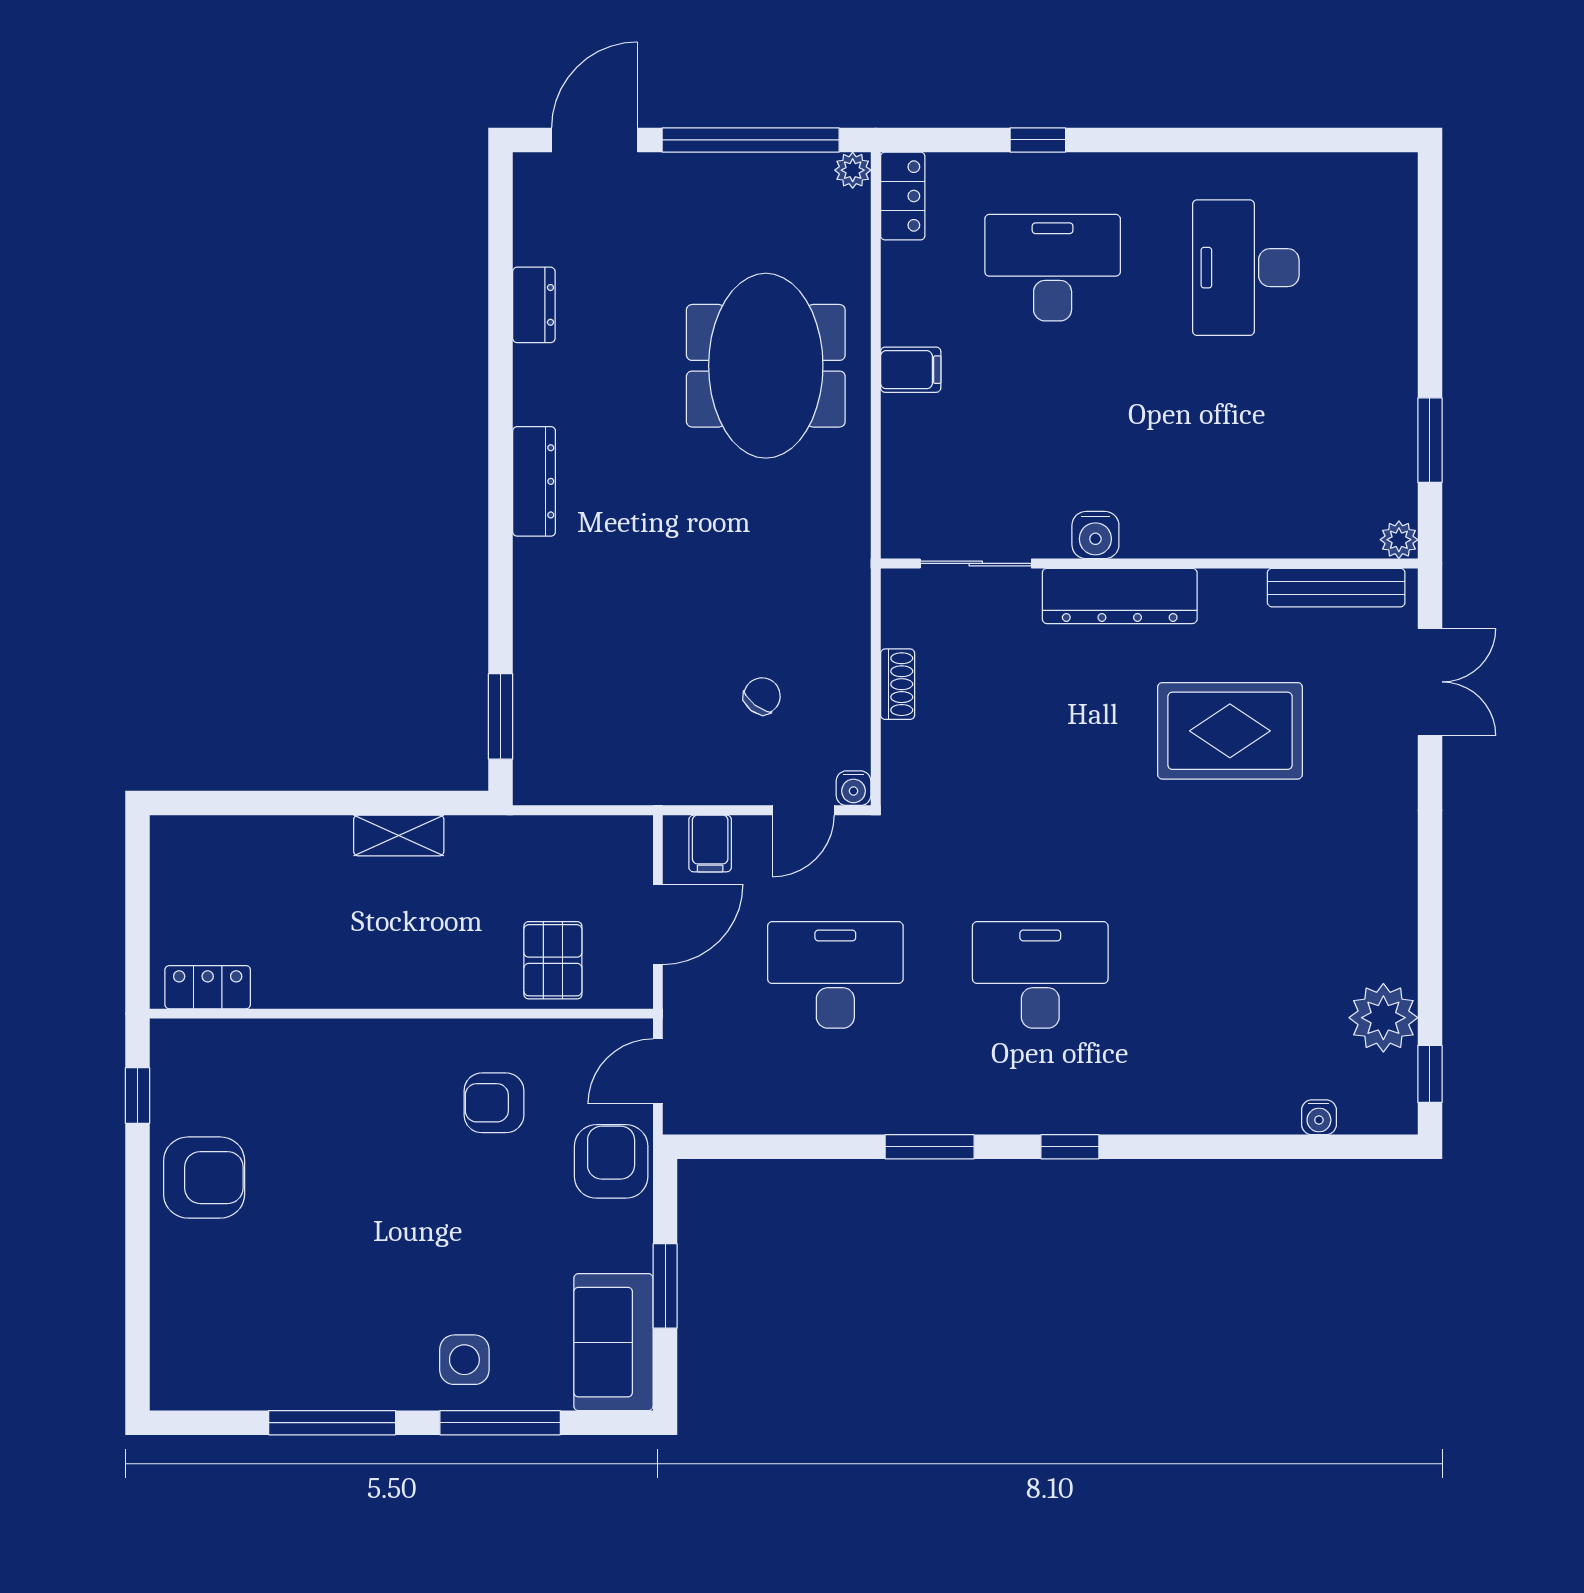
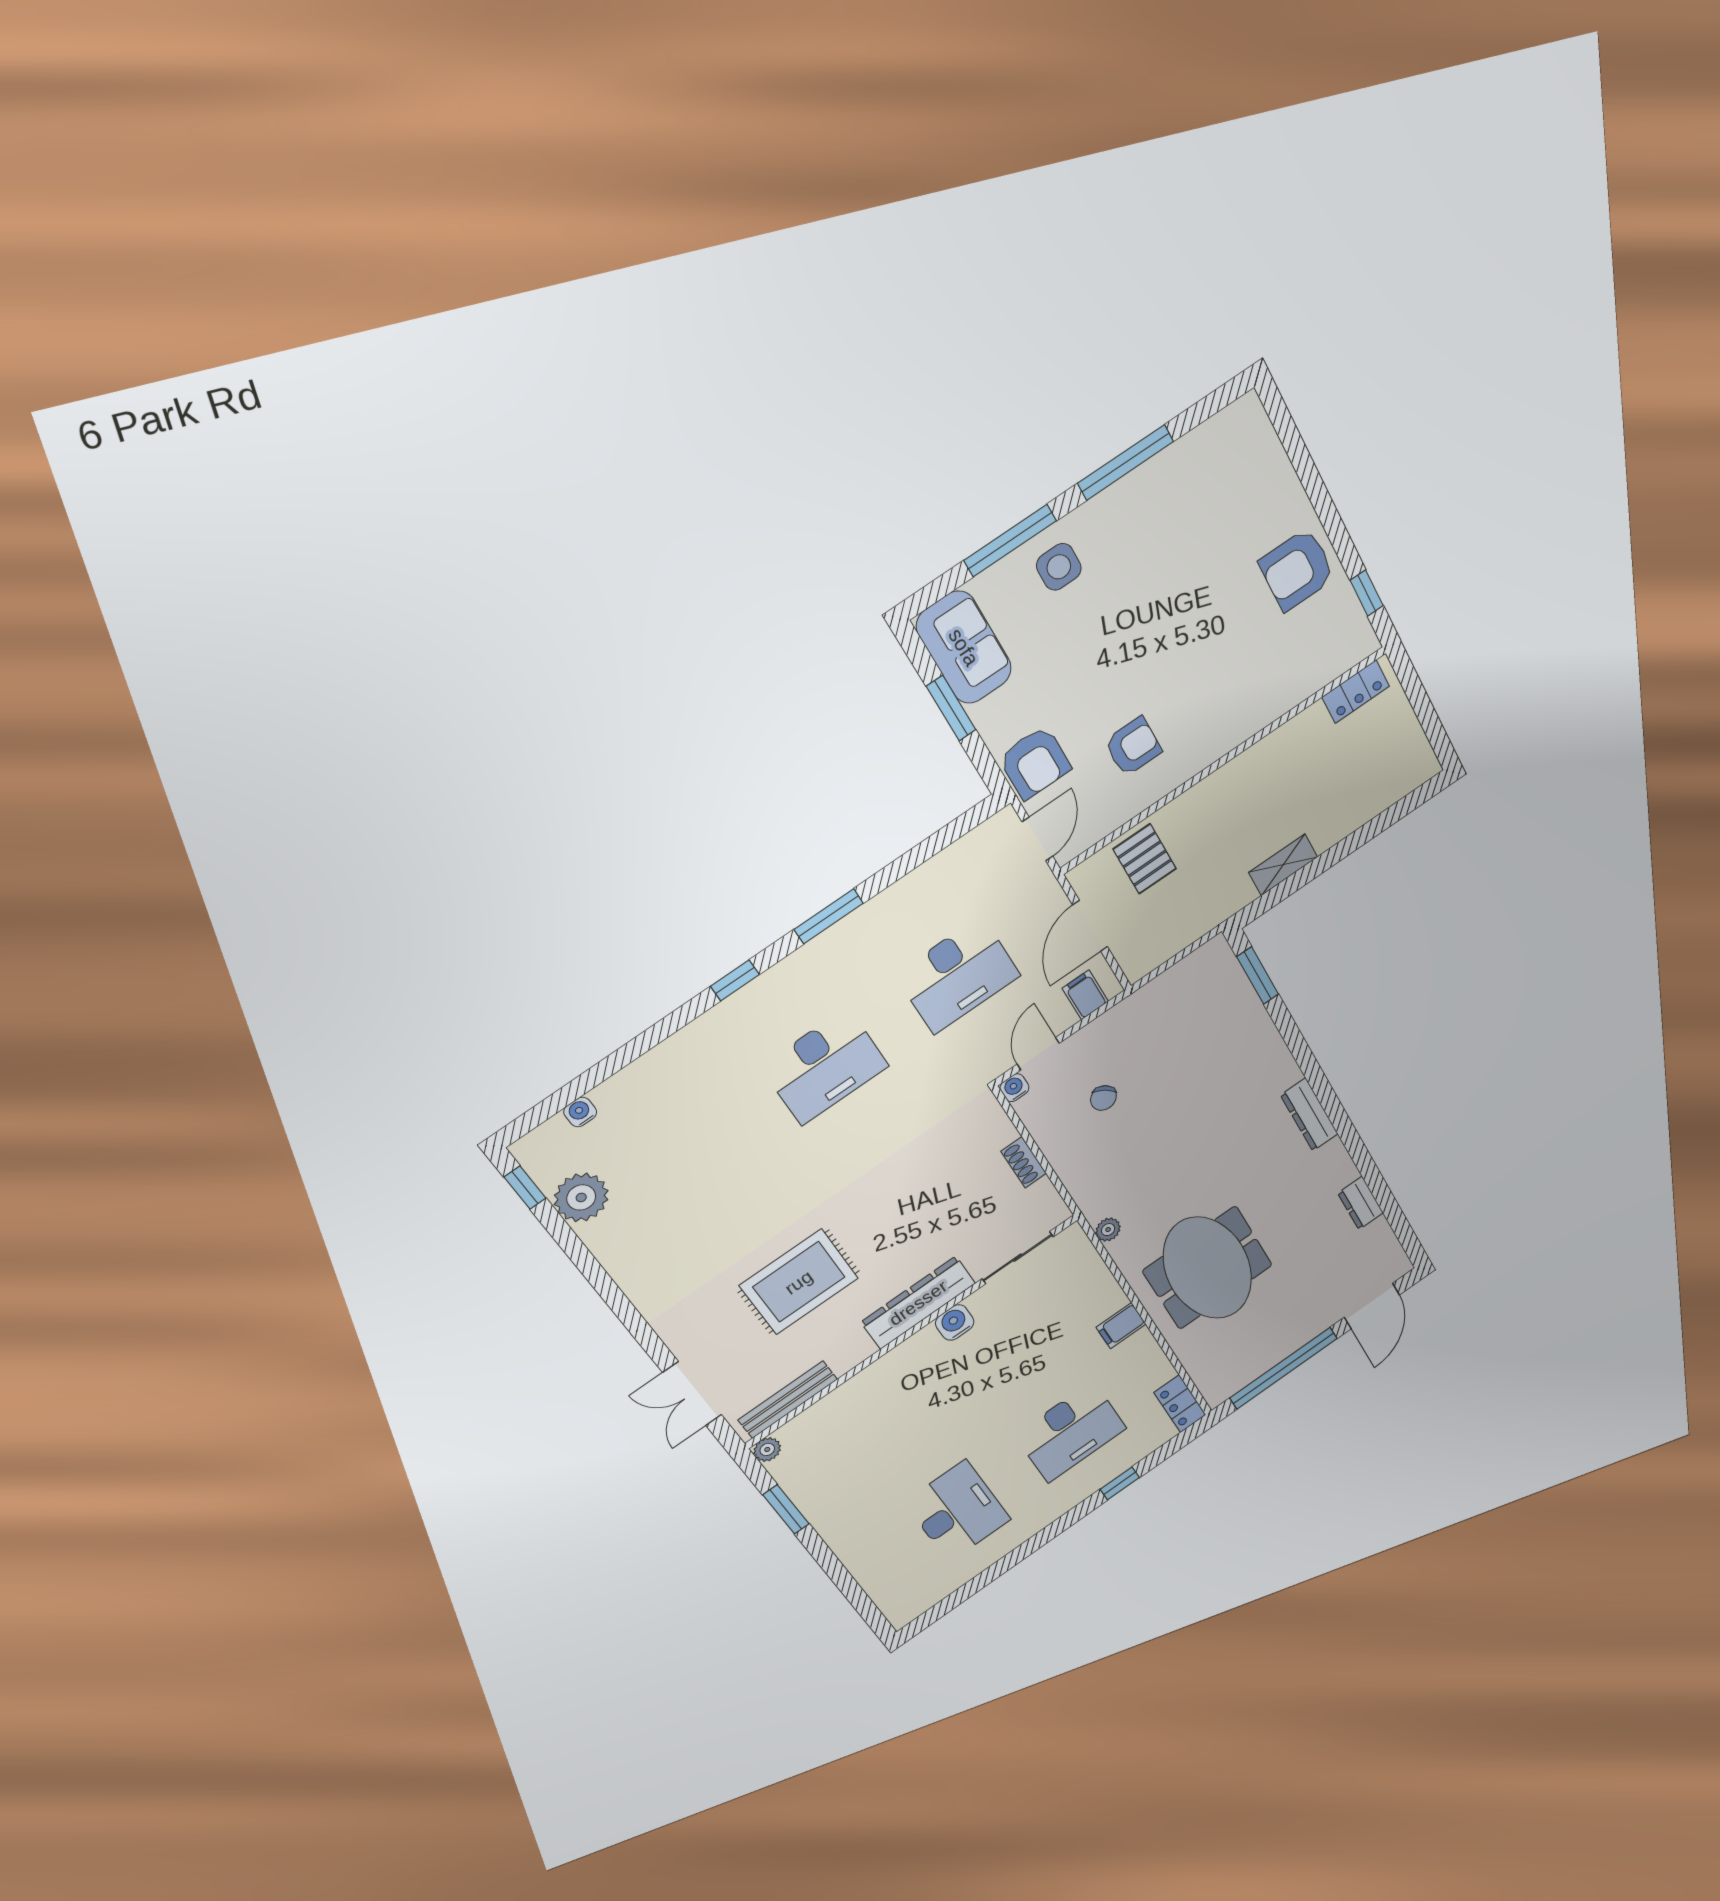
plant: (853, 170) -> (1108, 1230), moved

